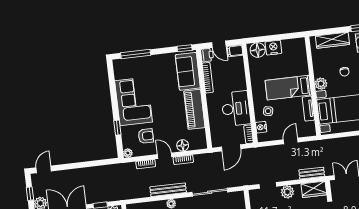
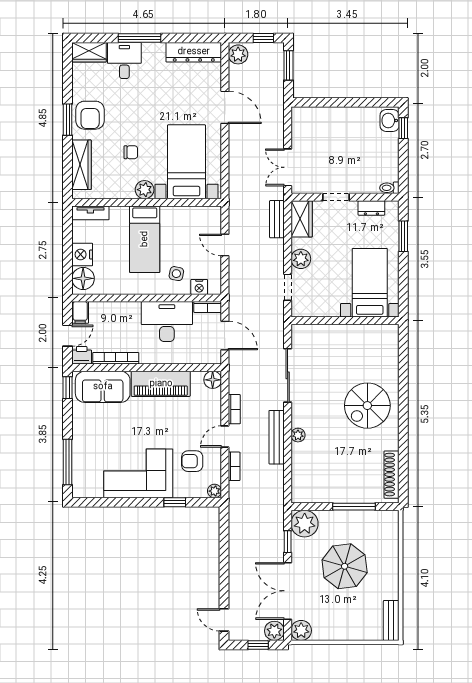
tv unit: (308, 109) -> (90, 213), moved
armchair: (146, 136) -> (192, 461), turned -90
floor lamp: (183, 145) -> (213, 380), moved

